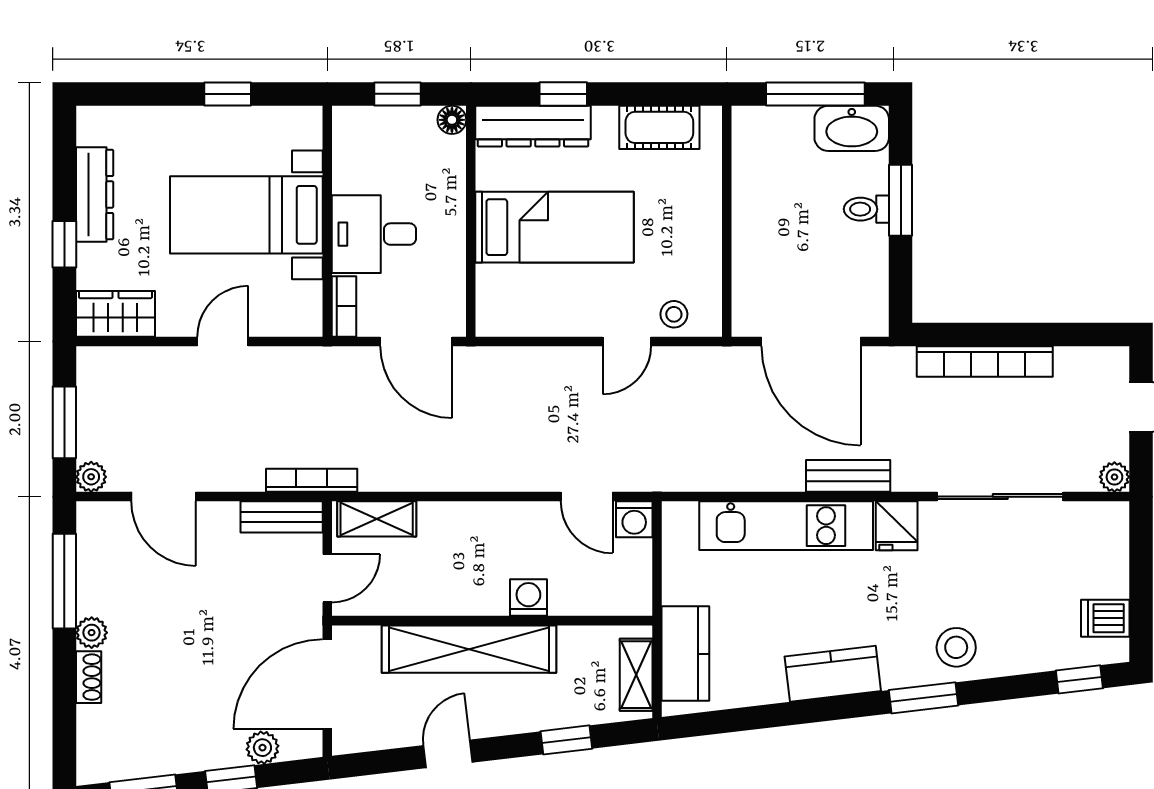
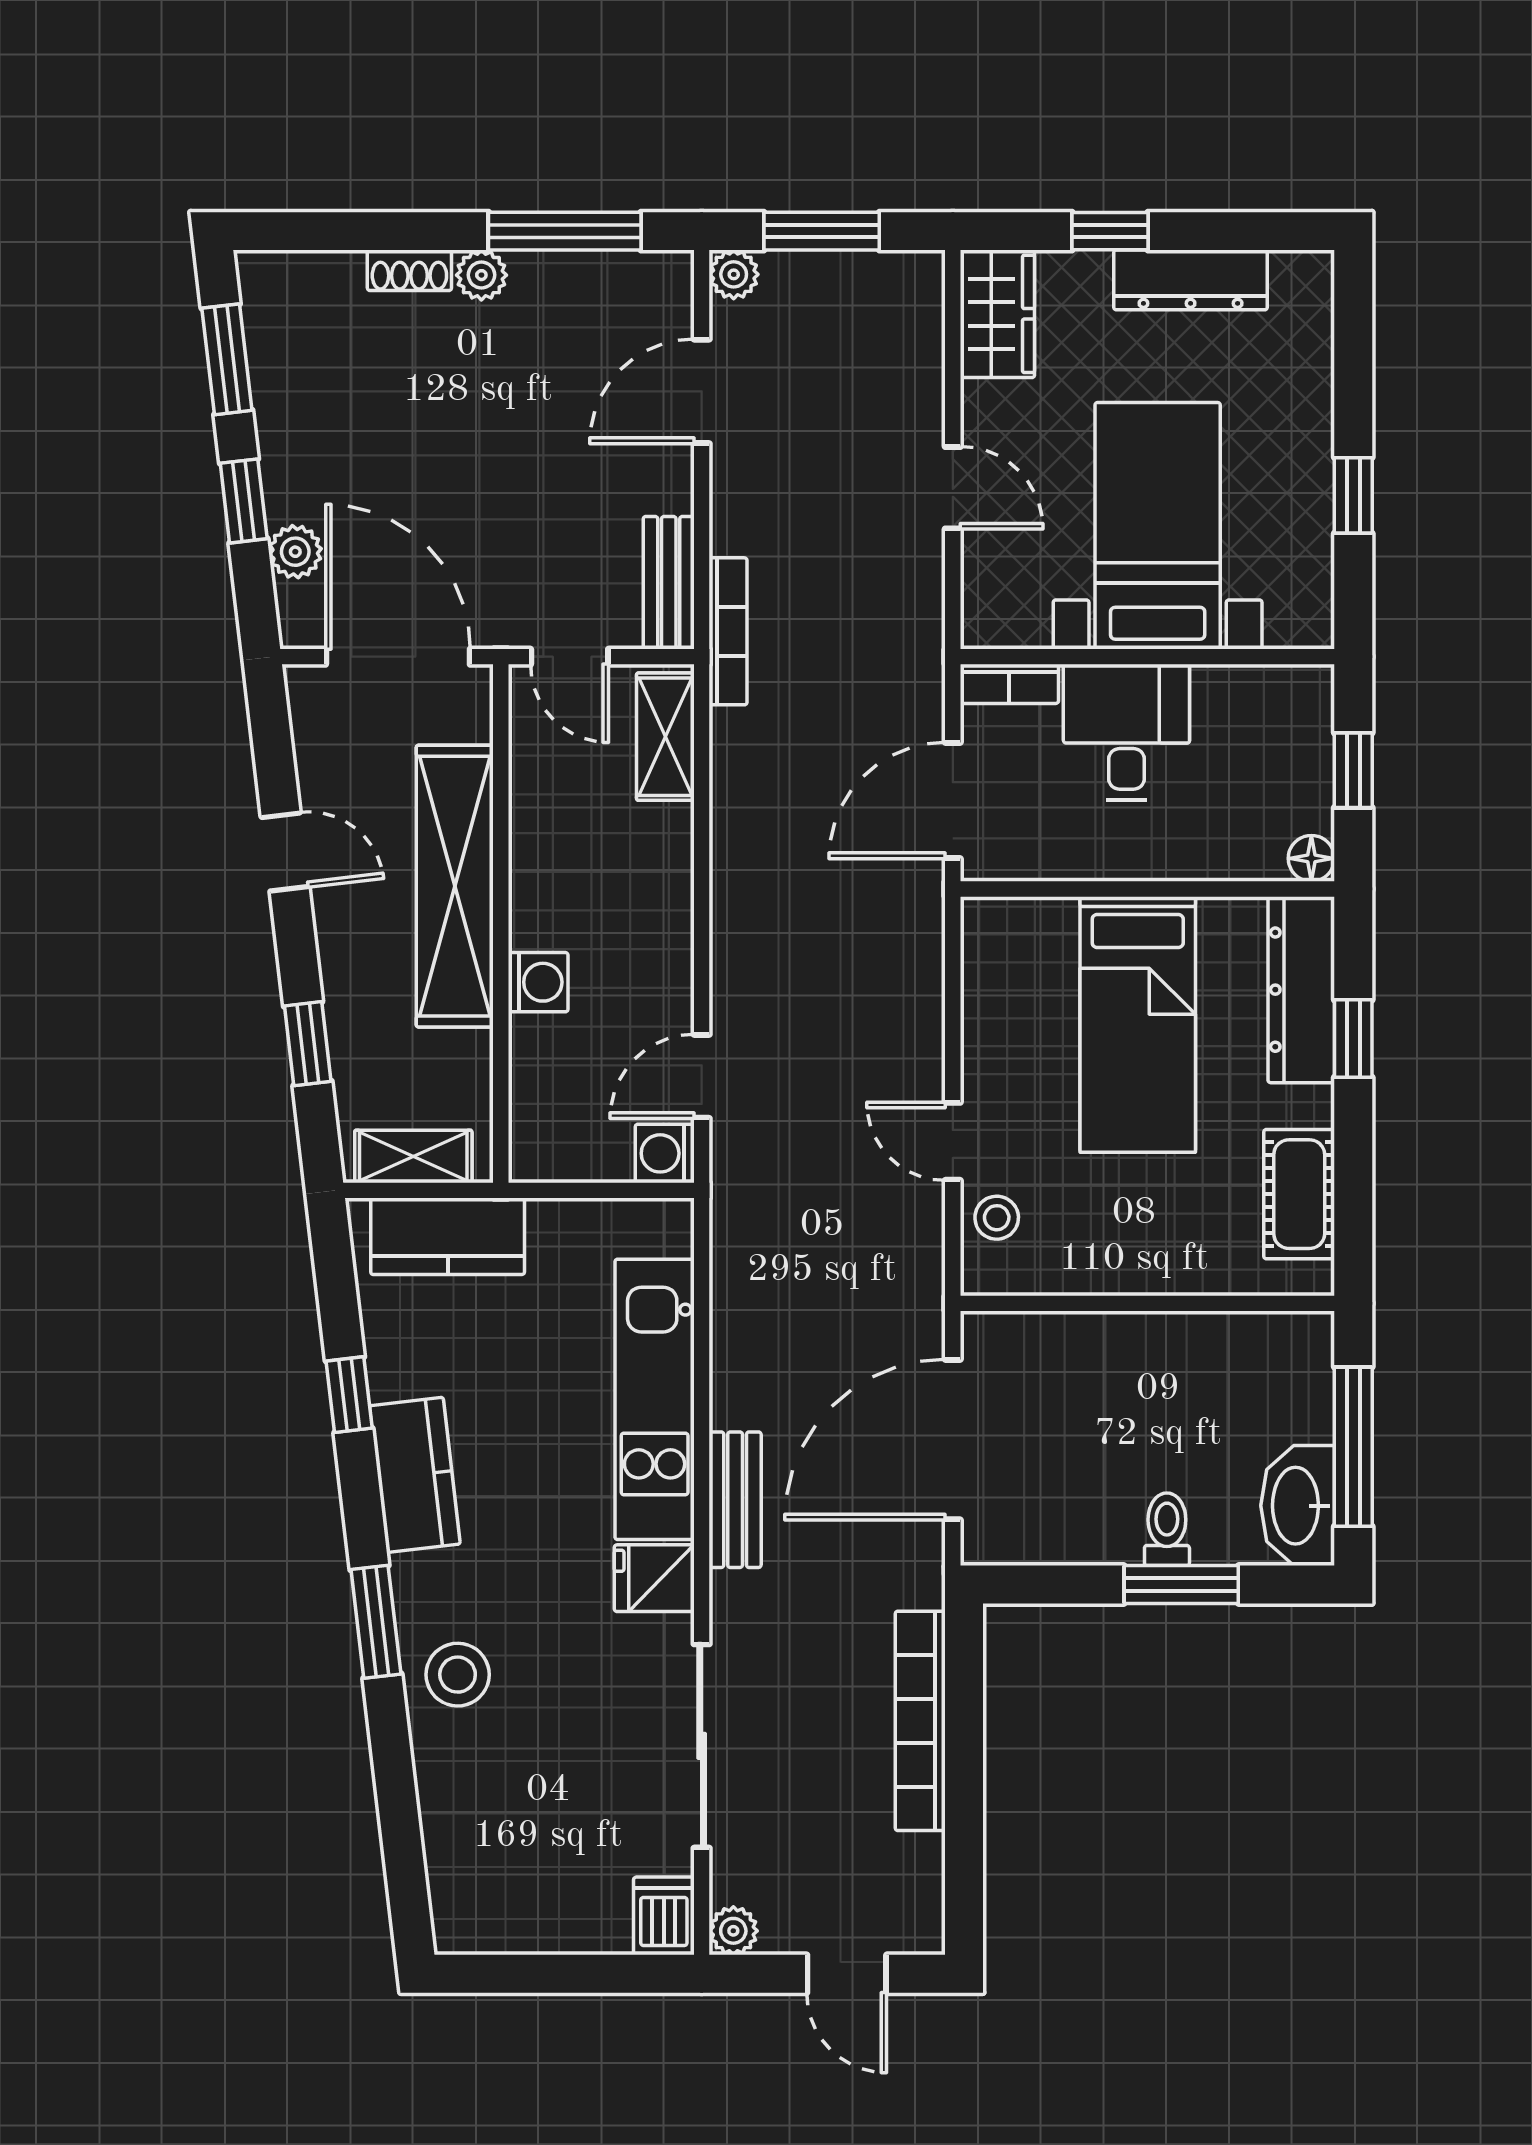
dishwasher: (1105, 618) -> (664, 1916), moved
window: (1079, 679) -> (349, 1395), moved

